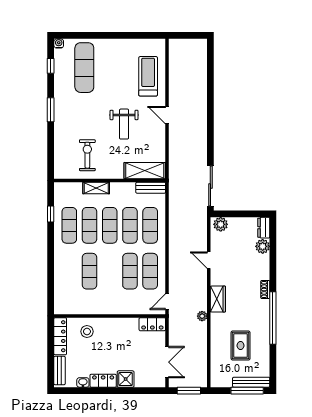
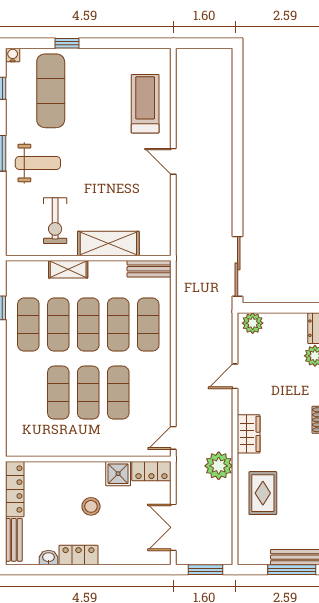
window: (95, 35) -> (67, 43), added
weight bench: (124, 124) -> (38, 163), moved, turned -90
exercise bike: (87, 155) -> (55, 221), turned 180
shelving: (145, 171) -> (108, 244), moved
door: (209, 260) -> (235, 376), hinge flipped
exercise mat: (150, 271) -> (88, 393), moved
plant: (202, 316) -> (219, 466), width x1.87, depth x1.87
stool: (87, 332) -> (91, 506), moved
rug: (241, 346) -> (263, 493), moved
double door: (167, 362) -> (173, 527), swing flipped
shower: (126, 379) -> (118, 474), moved

